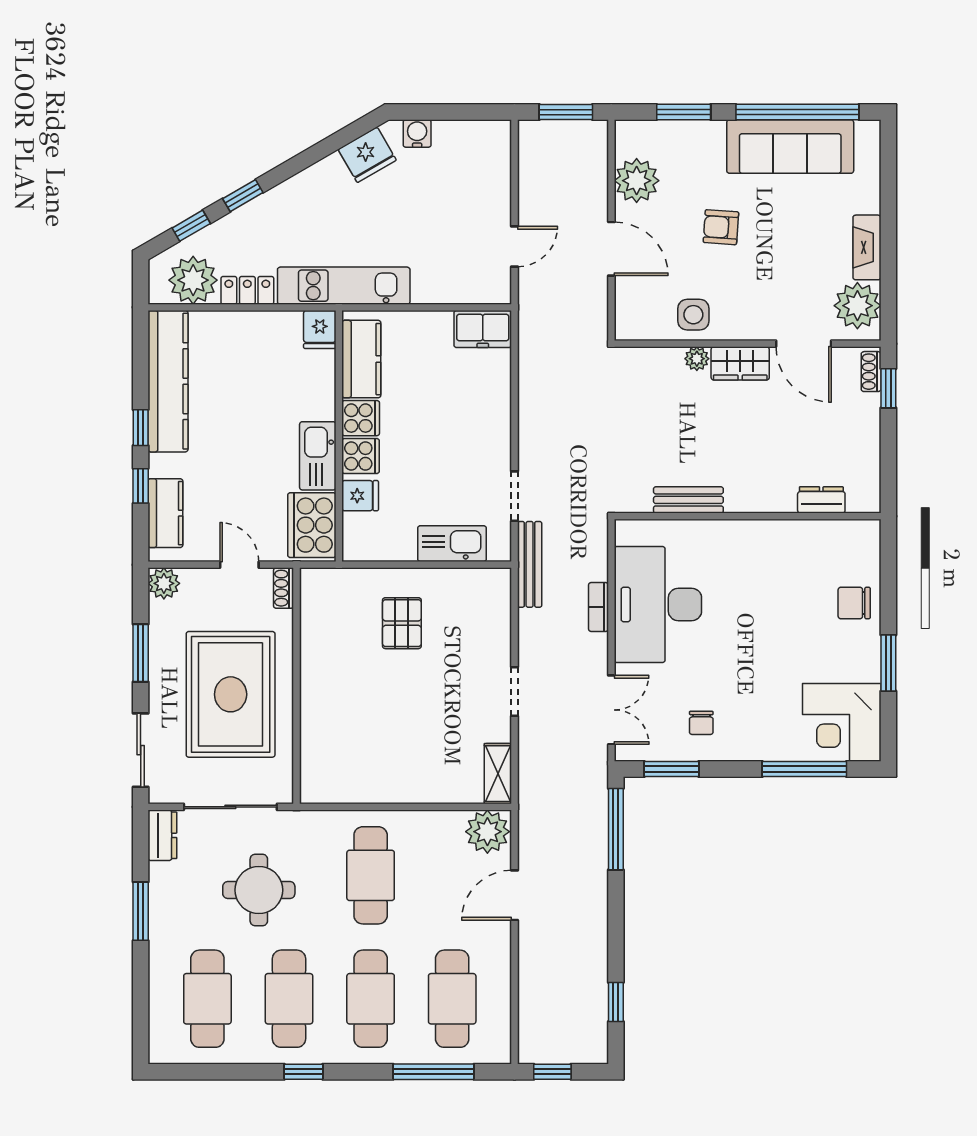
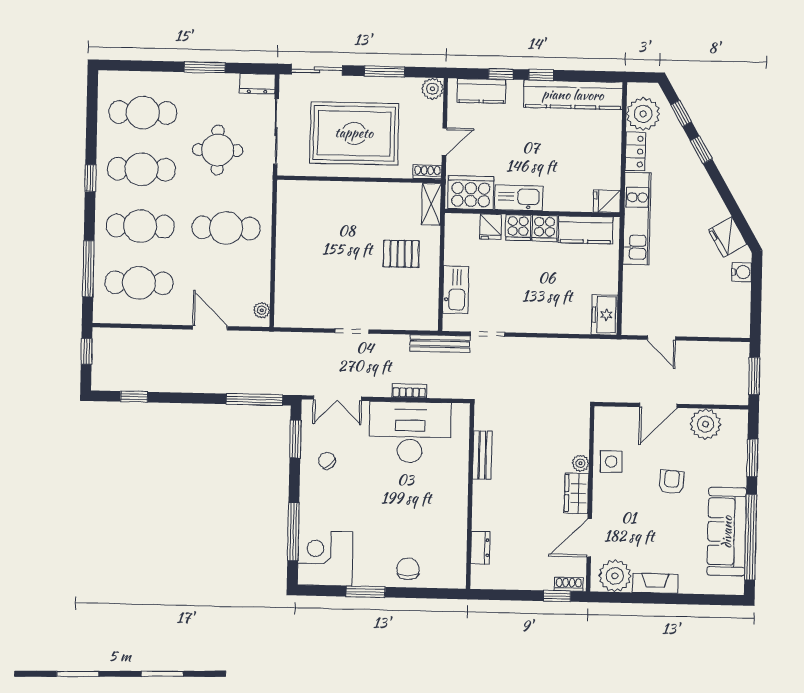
chair: (701, 723) -> (327, 461), turned 49
shelving: (498, 774) -> (431, 204), moved, turned 90
plant: (487, 832) -> (262, 310), width x0.53, depth x0.53

